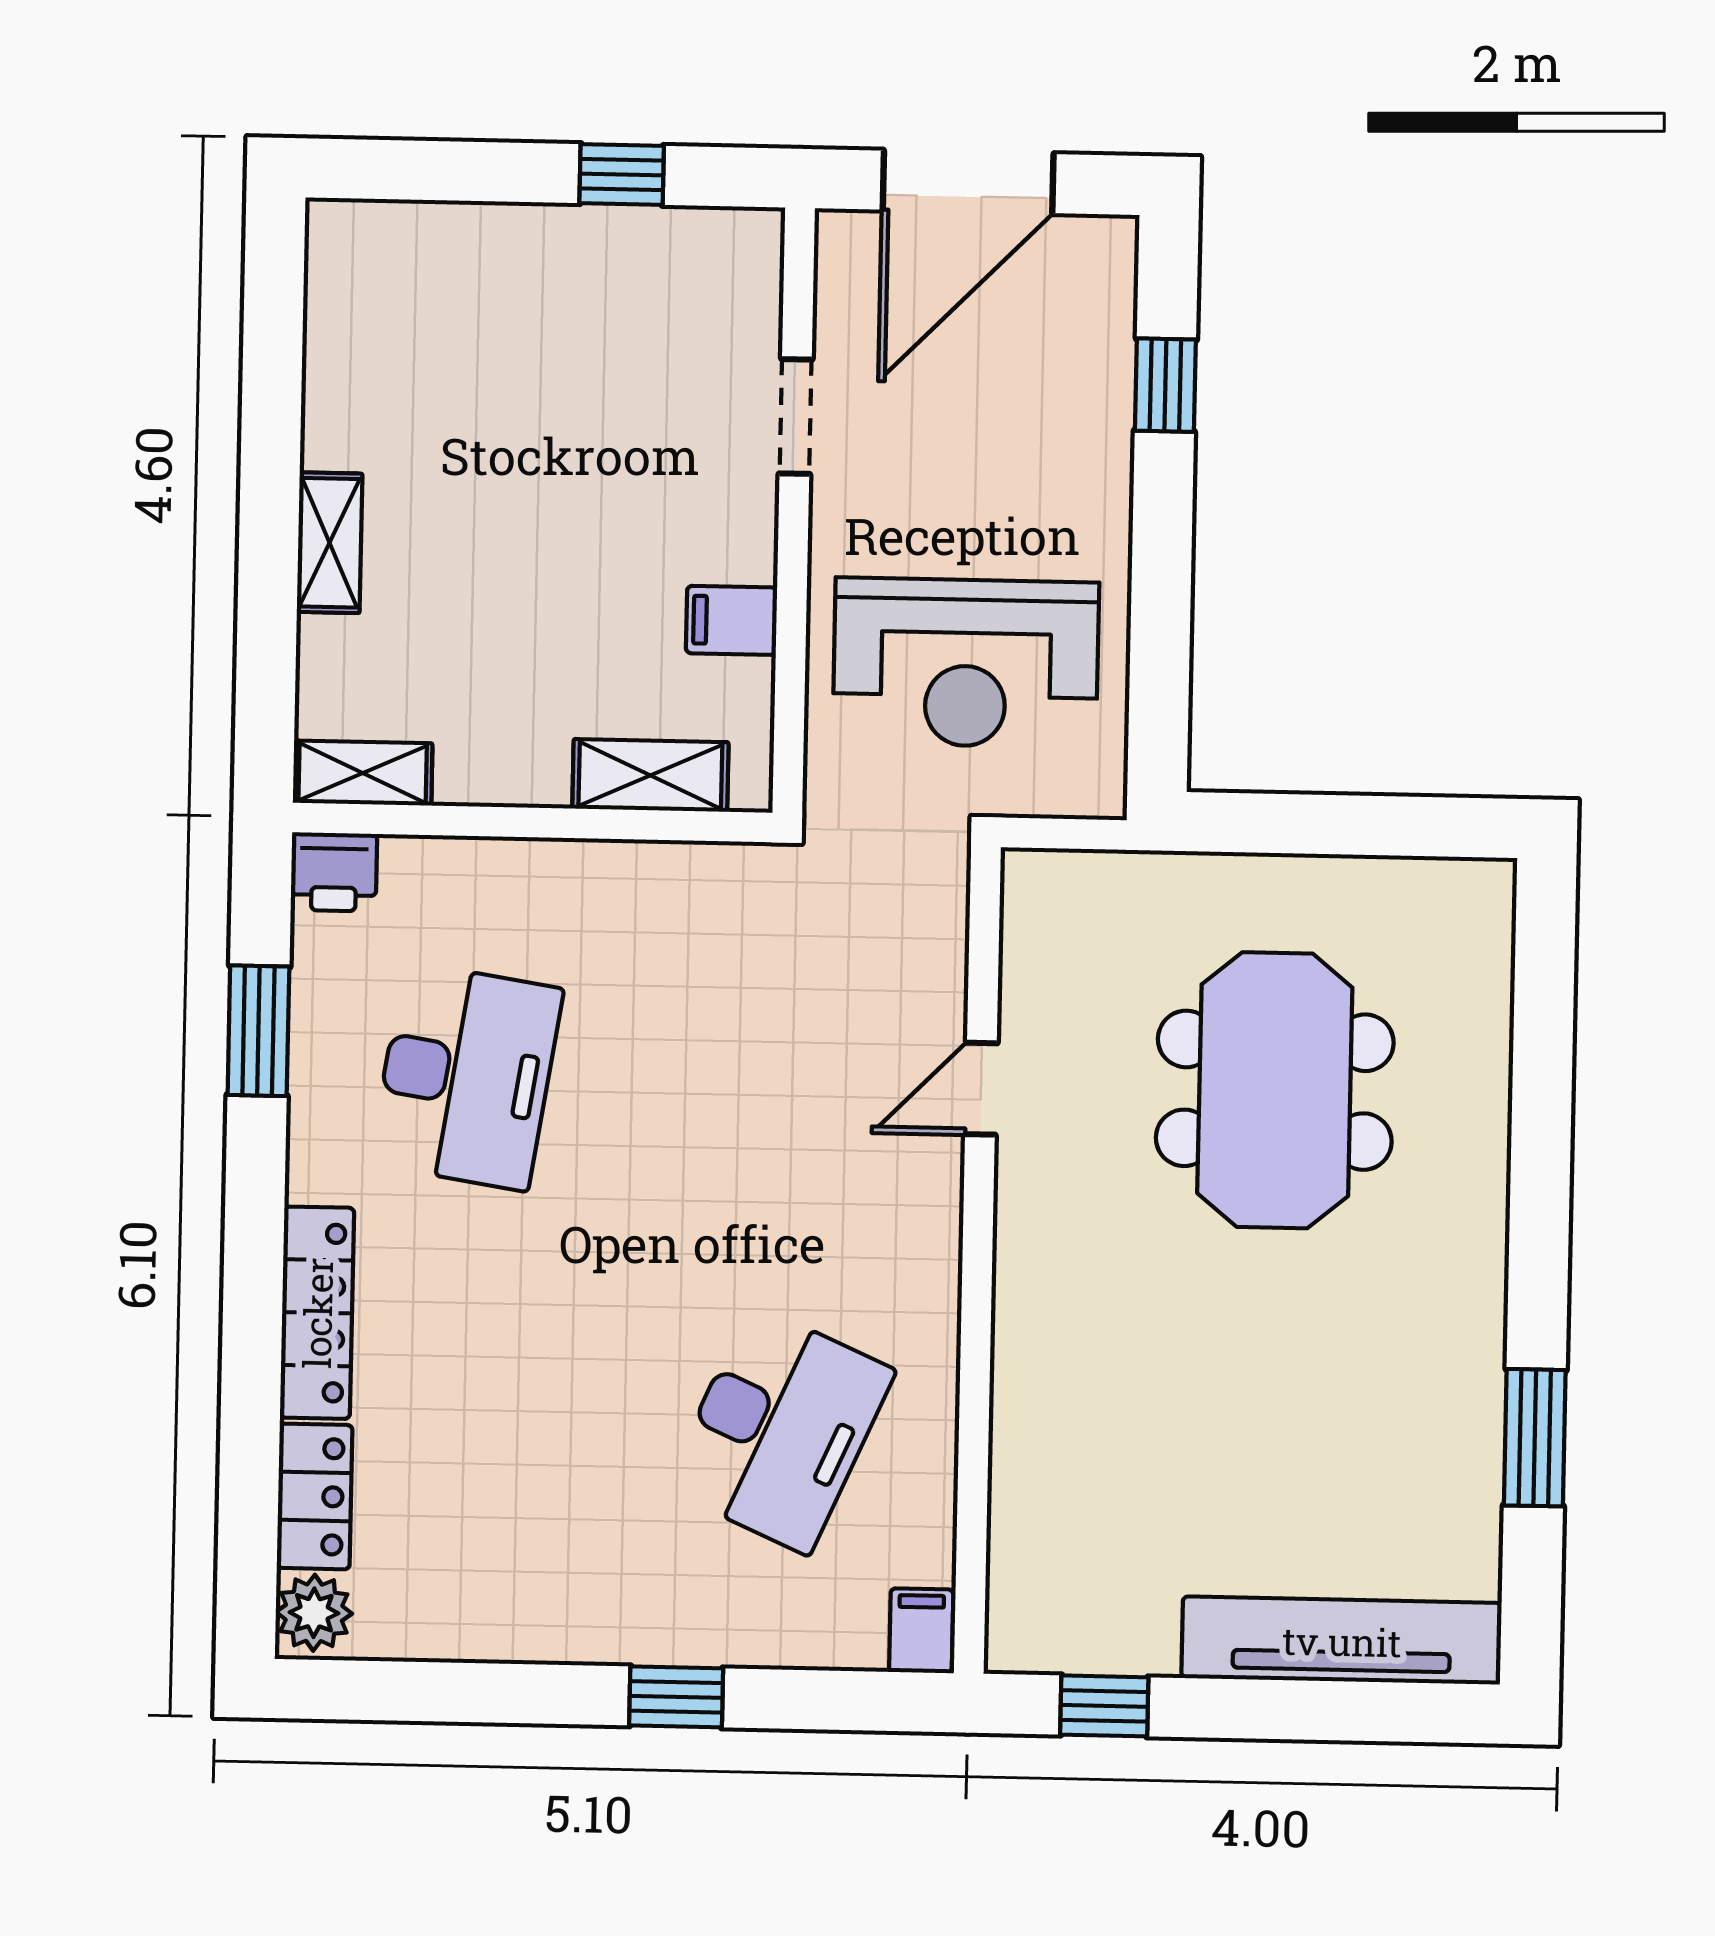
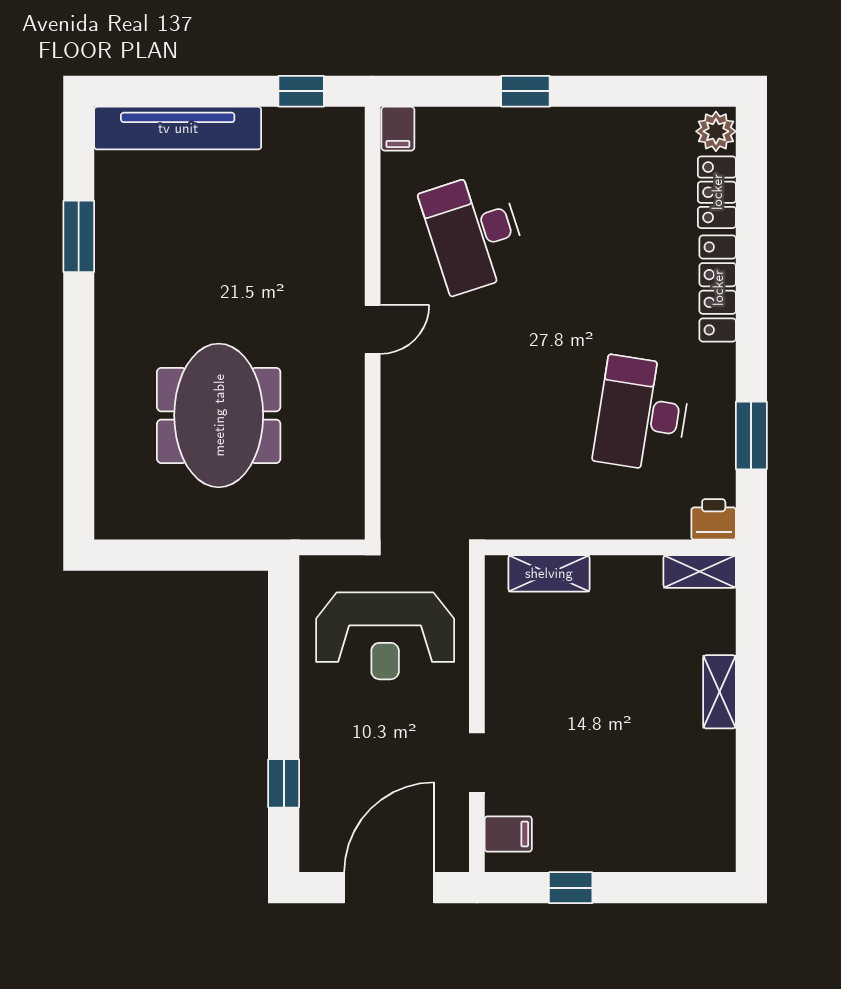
filing cabinet: (731, 620) -> (508, 834), moved
reception desk: (966, 663) -> (385, 636), turned 180
door: (981, 1089) -> (373, 329), moved
desk: (780, 1429) -> (474, 233), turned -42

